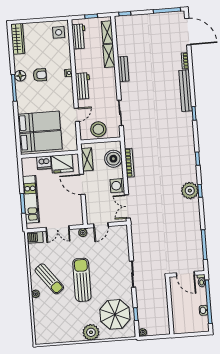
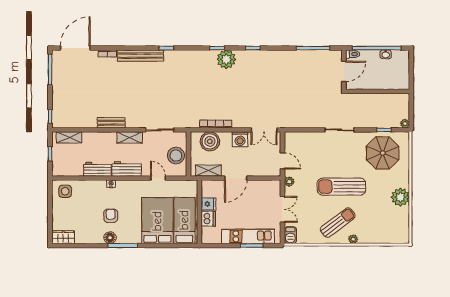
workbench: (79, 36) -> (97, 169), moved
wardrobe: (18, 39) -> (63, 237), width x0.67
shelving: (109, 56) -> (130, 137), moved
bed: (39, 122) -> (157, 221), width x1.50
fridge: (62, 164) -> (208, 204), width x0.53, depth x0.75
plant: (190, 191) -> (226, 59), moved
plant: (91, 332) -> (400, 197), moved

